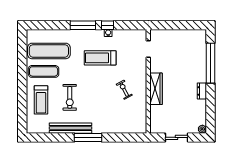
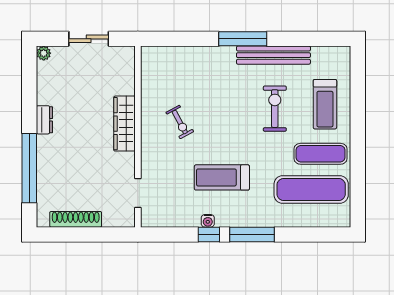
shoe rack: (184, 34) -> (76, 219), added
treadmill: (100, 58) -> (222, 177), turned 180
treadmill: (41, 100) -> (325, 104), turned 180

